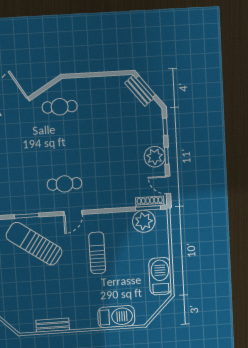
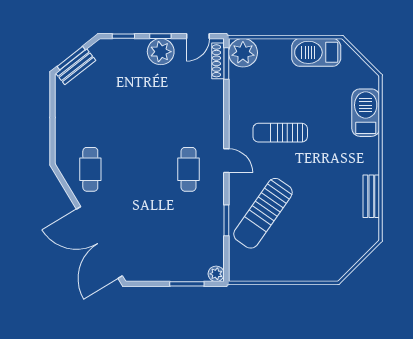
plant: (144, 221) -> (243, 53), moved

